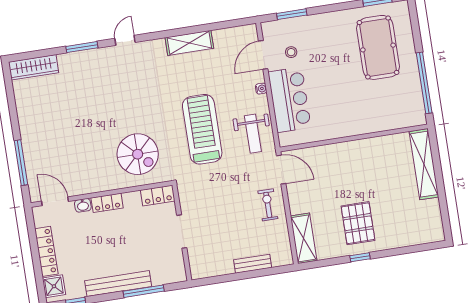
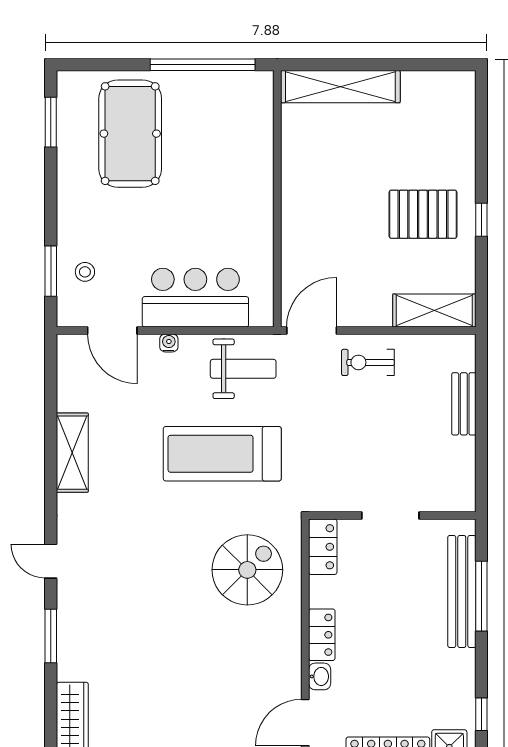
pool table: (378, 47) -> (130, 134), turned 90
stool: (291, 52) -> (85, 272), moved
bench: (118, 284) -> (462, 591), moved

